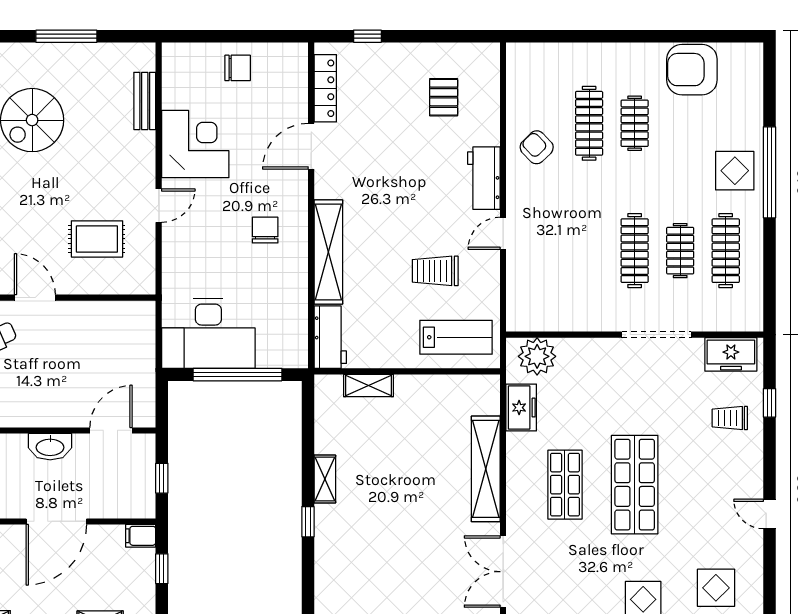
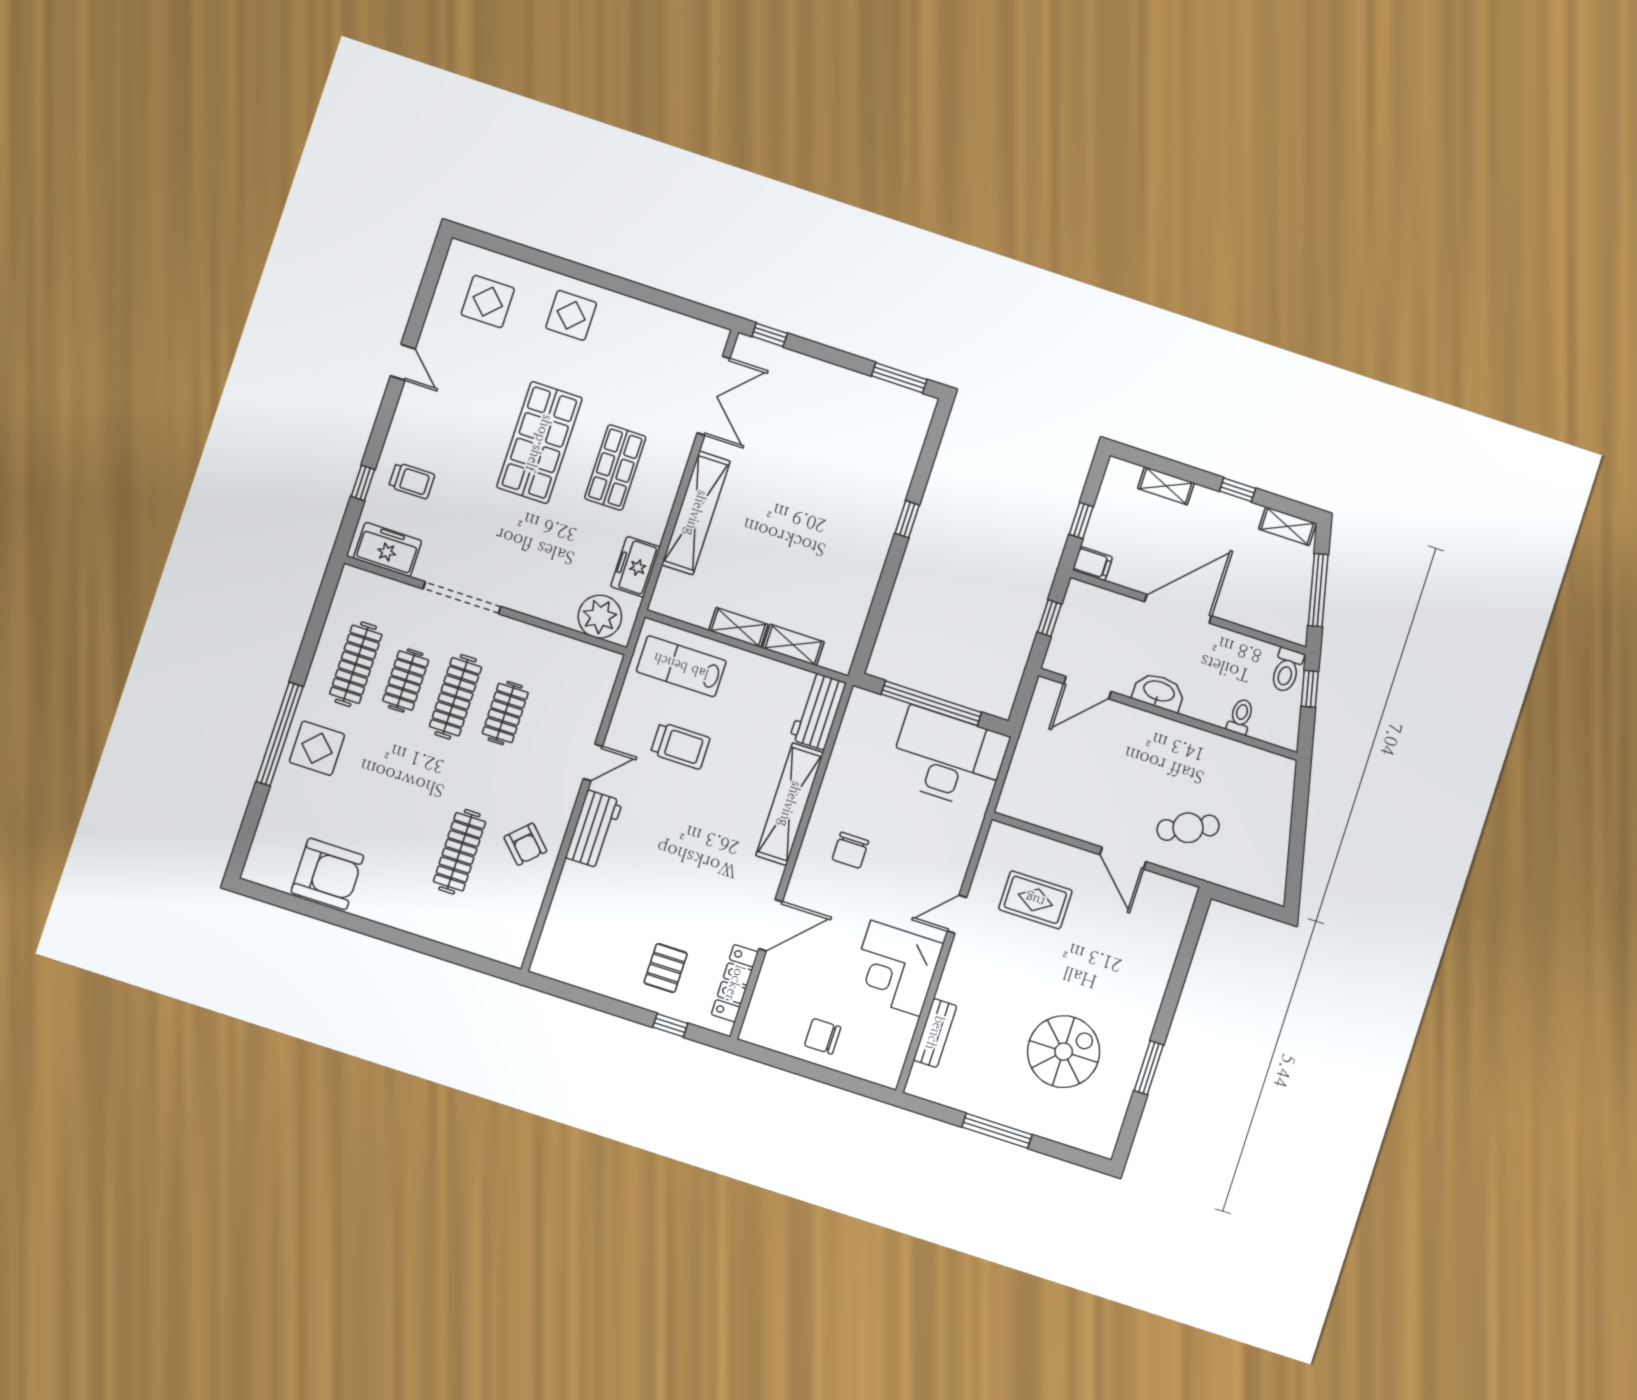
pallet: (444, 97) -> (666, 968), moved
clothes rail: (635, 123) -> (505, 713), moved
shelving: (325, 479) -> (738, 627), moved, turned 90

